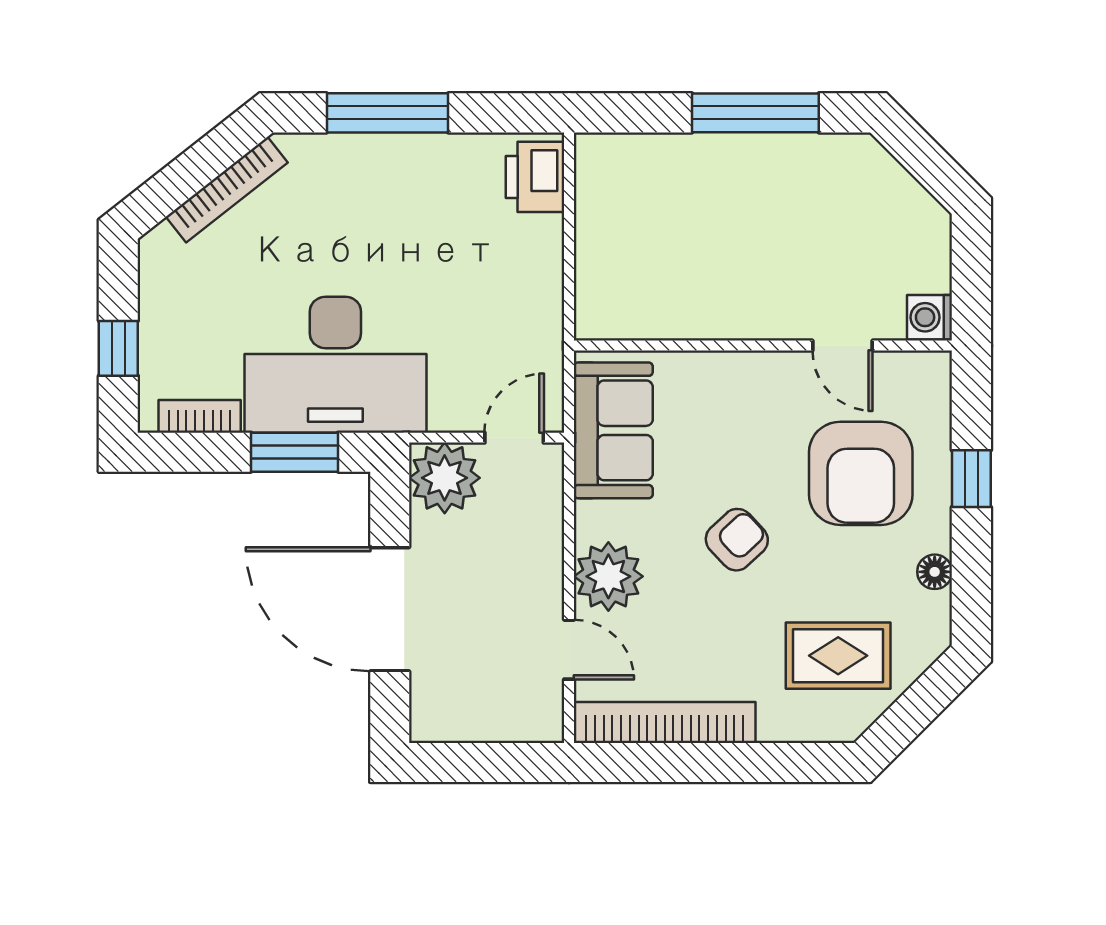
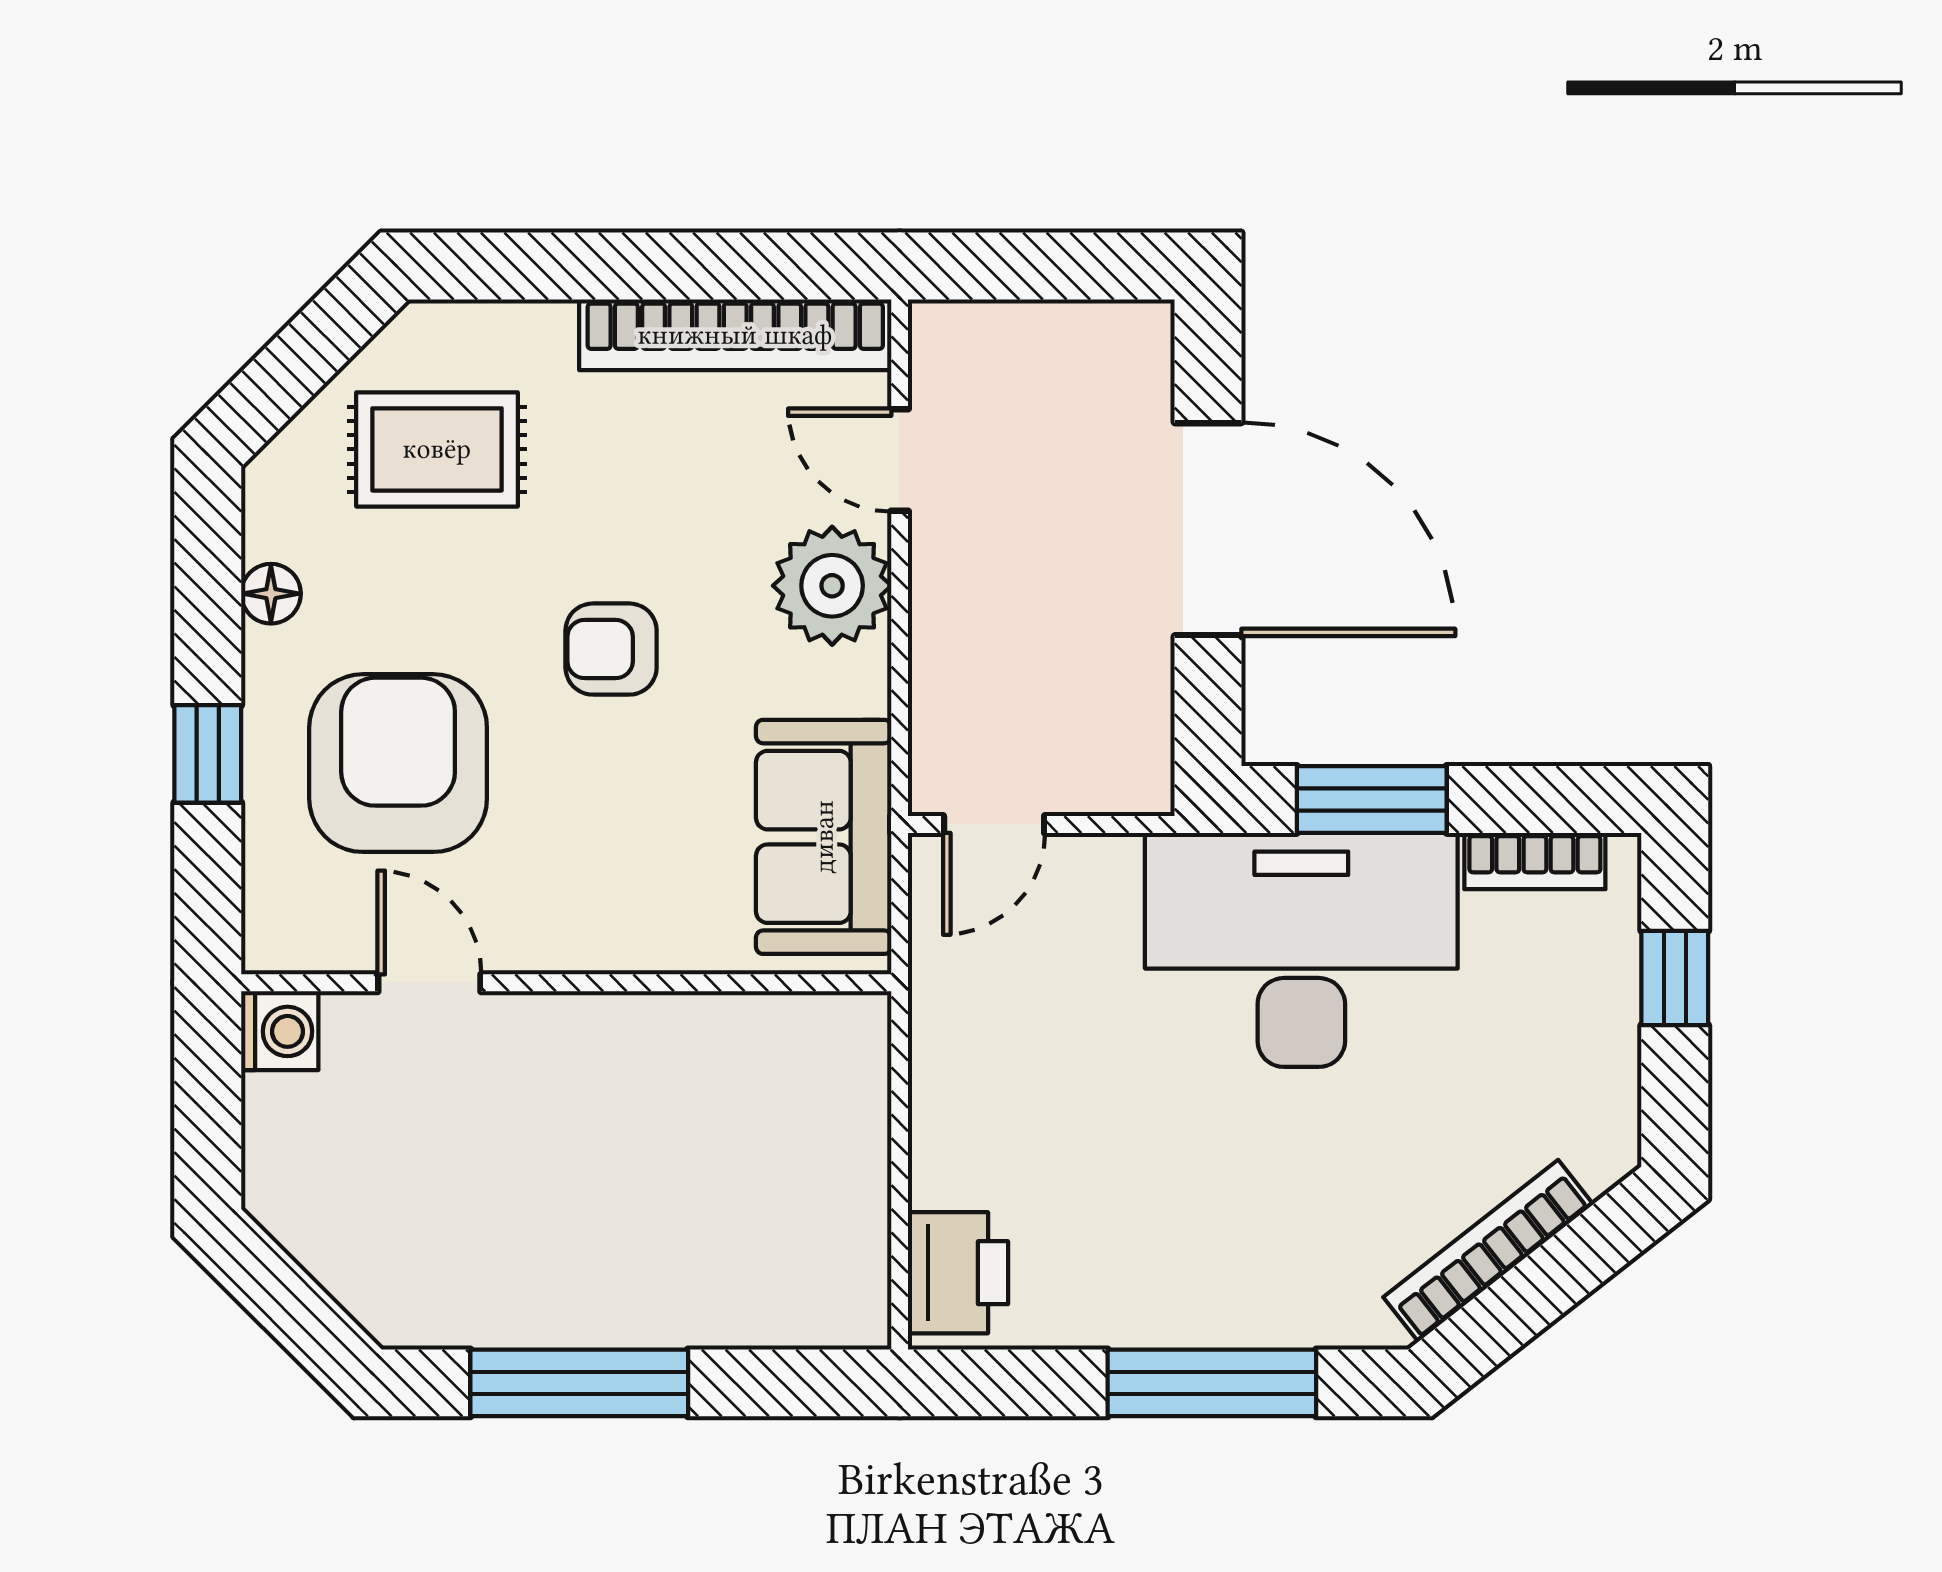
plant: (445, 478) -> (1114, 755), removed
armchair: (737, 540) -> (611, 649), turned 43

